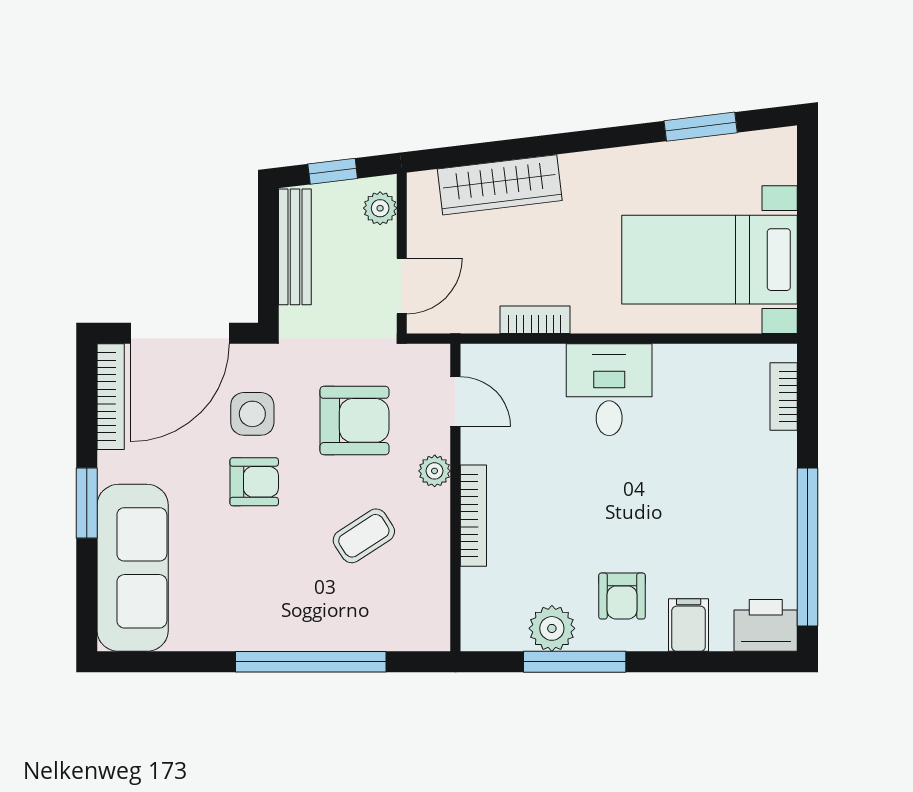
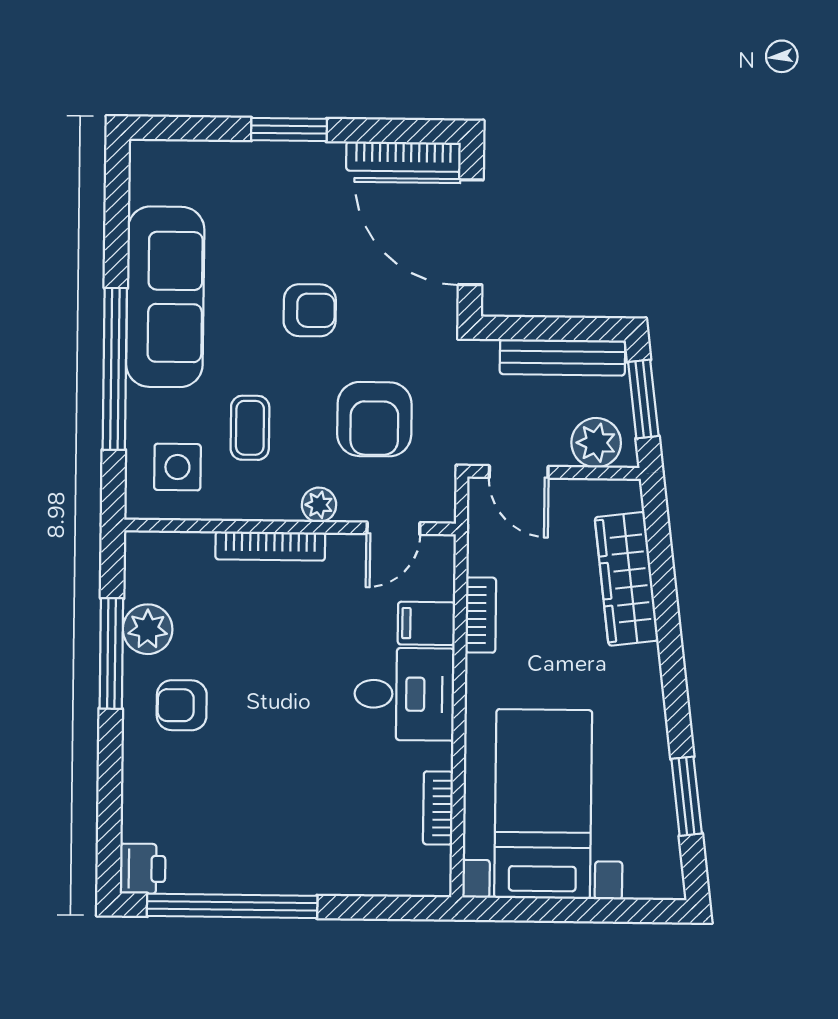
window: (333, 171) -> (643, 399), width x1.50
plant: (380, 208) -> (596, 443), width x1.38, depth x1.38
bookcase: (784, 397) -> (438, 808), moved, turned -90
side table: (252, 414) -> (177, 467), moved
armchair: (254, 482) -> (310, 310), turned -90
coffee table: (364, 536) -> (250, 428), turned 33
sofa: (133, 568) -> (165, 297), moved, turned -90
filing cabinet: (689, 625) -> (426, 623), moved, turned 180
printer: (766, 625) -> (143, 869), width x0.73, depth x0.81

